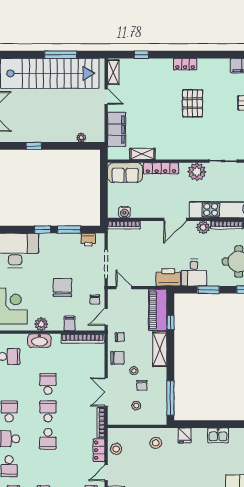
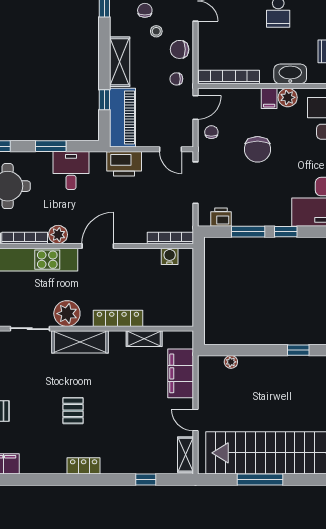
pallet: (193, 103) -> (73, 411), width x0.67, depth x0.71
shelving: (188, 152) -> (80, 342), added
sofa: (125, 173) -> (169, 312), removed
printer: (168, 277) -> (124, 164), moved
filing cabinet: (70, 323) -> (269, 98), moved

